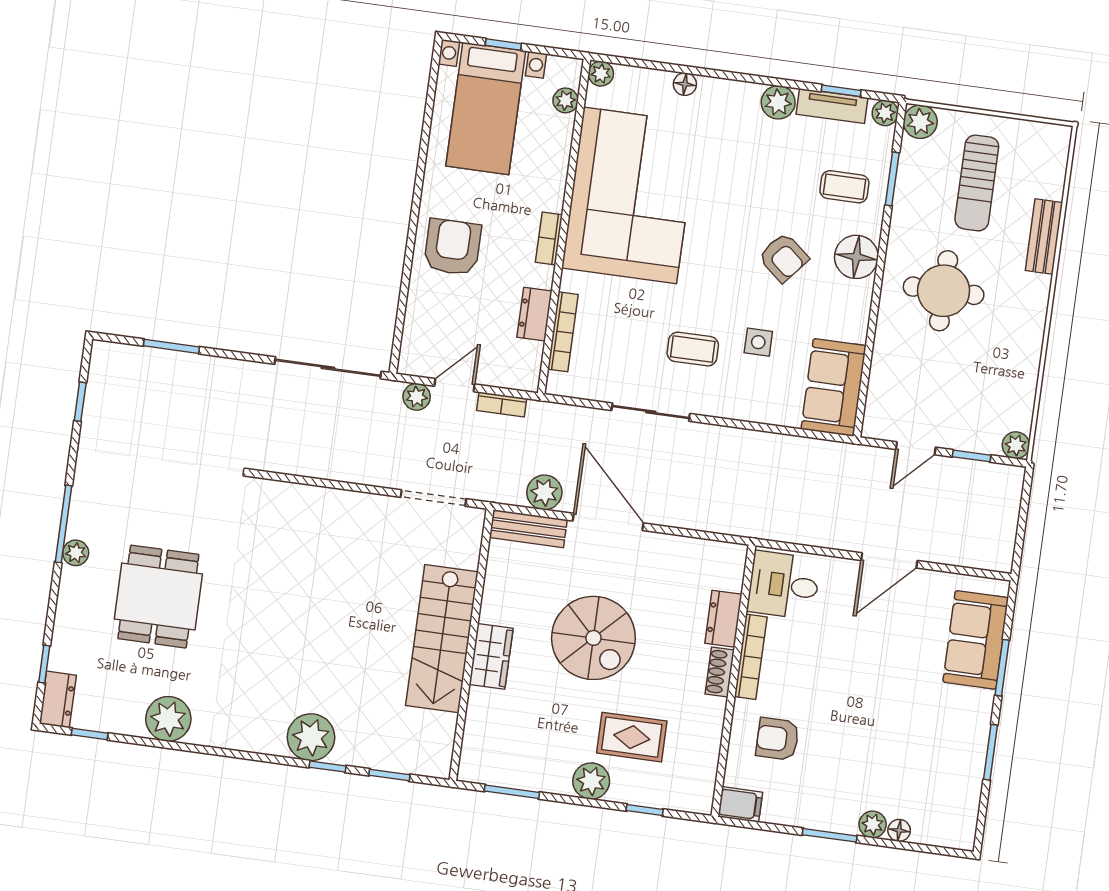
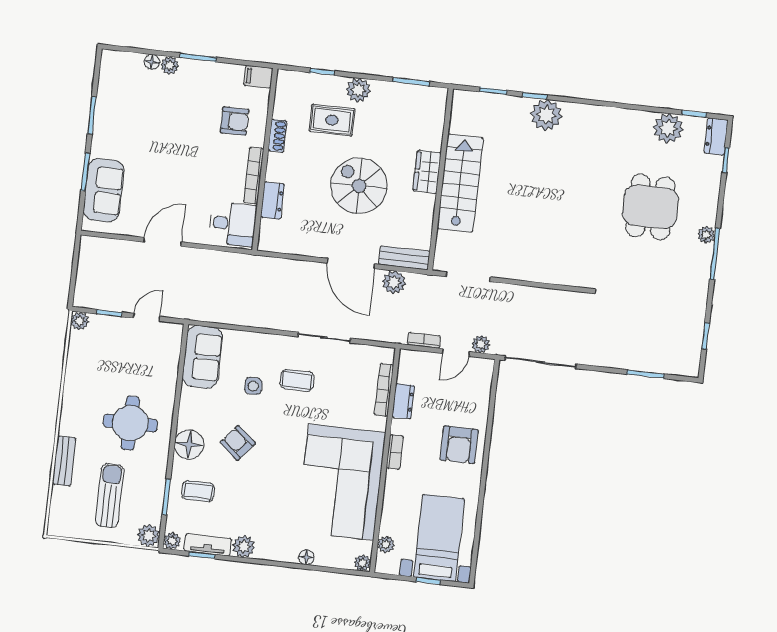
shoe rack: (720, 672) -> (277, 136), moved
plant: (168, 719) -> (668, 128), moved

